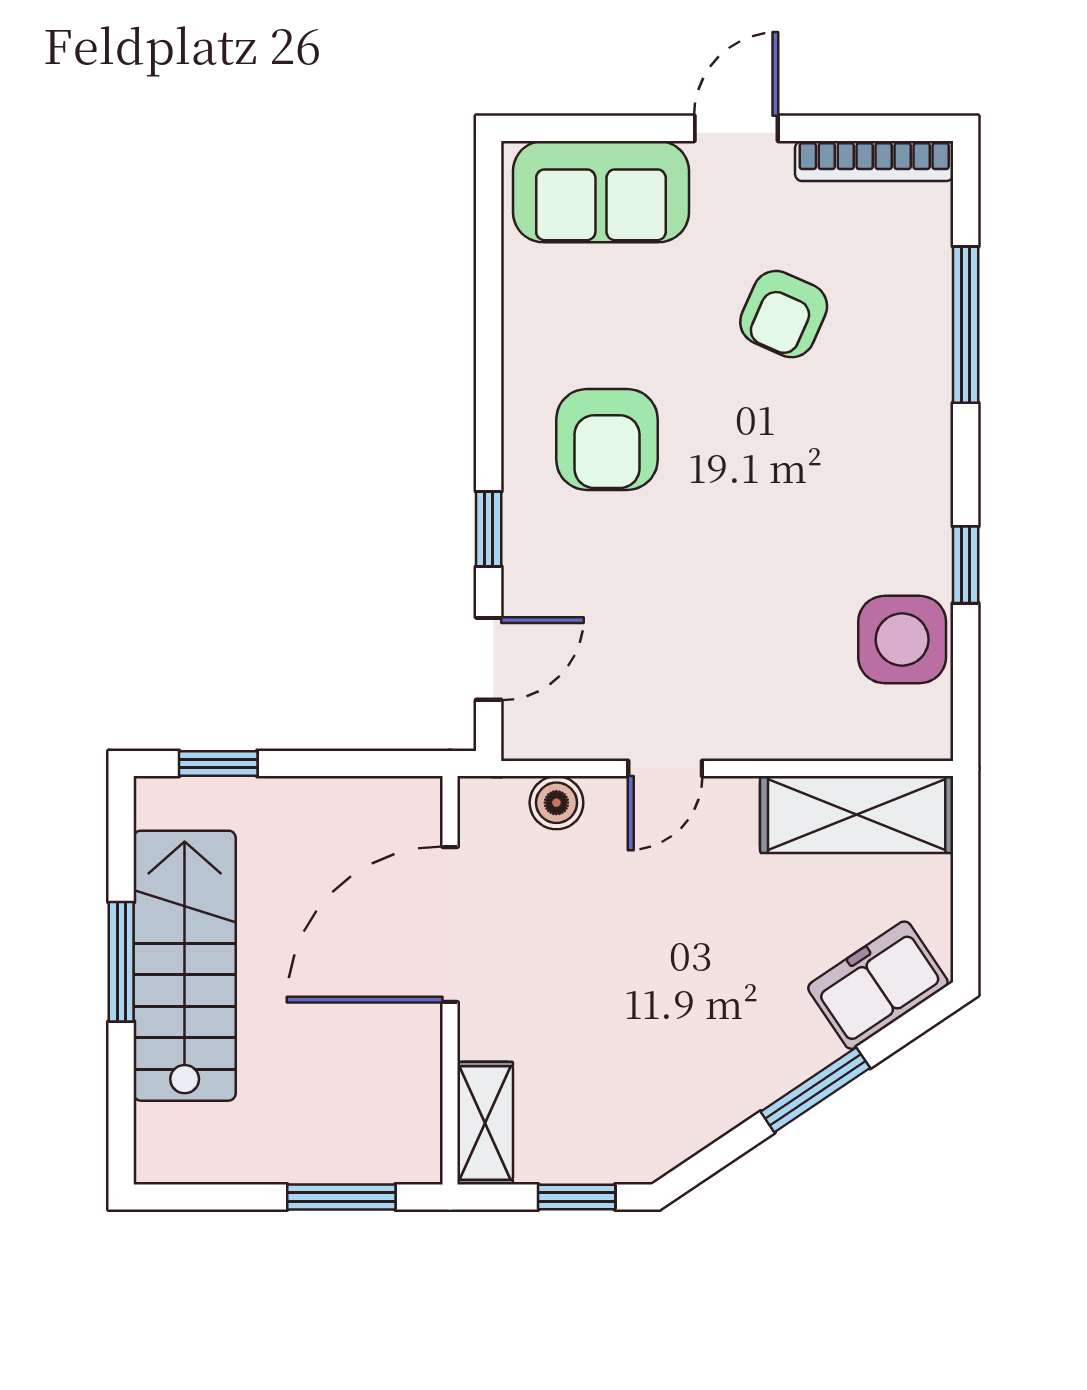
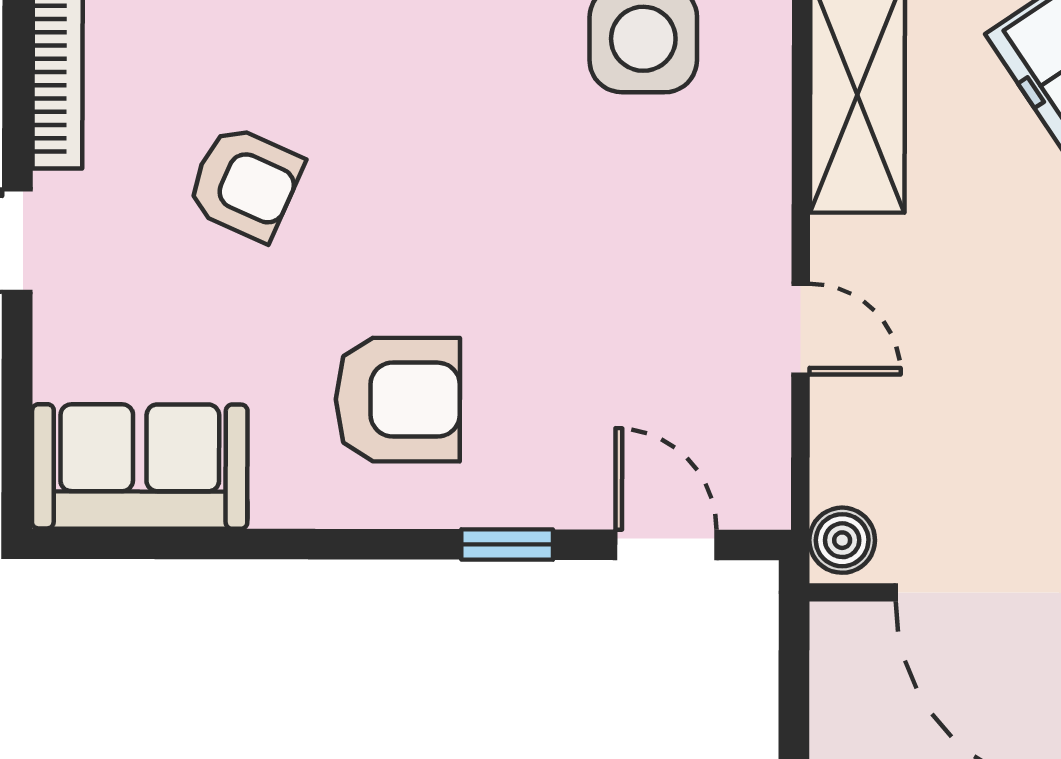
sofa: (601, 192) -> (140, 466), moved, turned -90
boiler: (556, 803) -> (842, 540), moved

